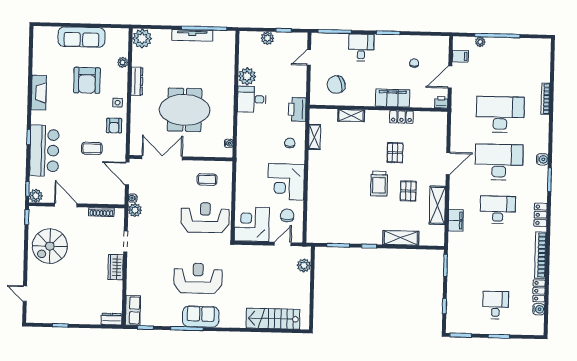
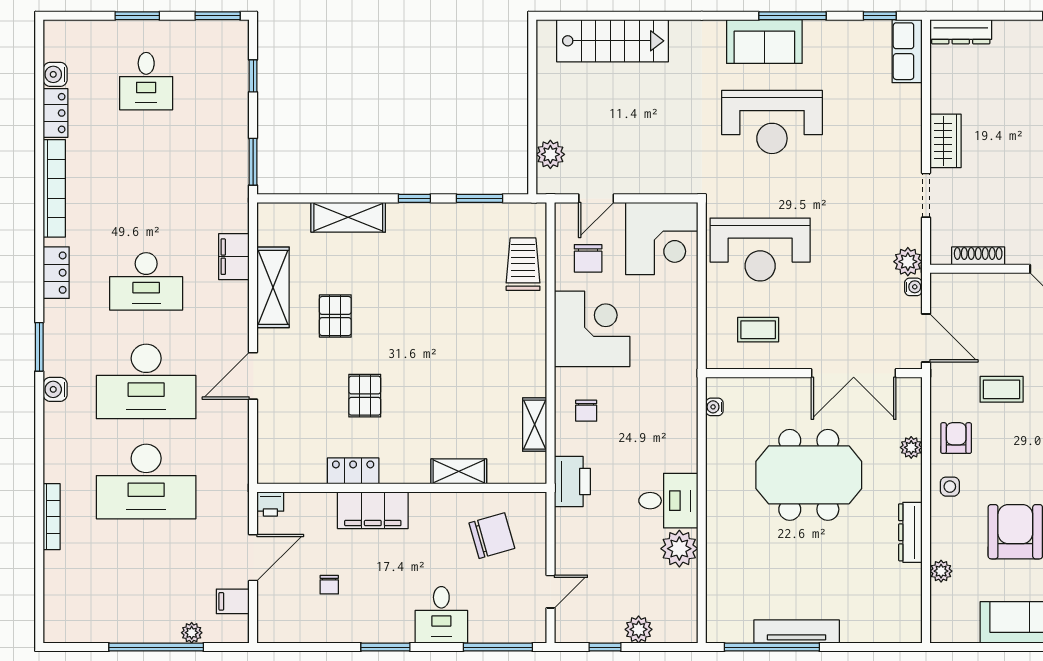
plant: (142, 38) -> (911, 447), moved, width x0.53, depth x0.53
trolley: (379, 184) -> (523, 264), moved
dresser: (112, 319) -> (961, 32), width x1.44

